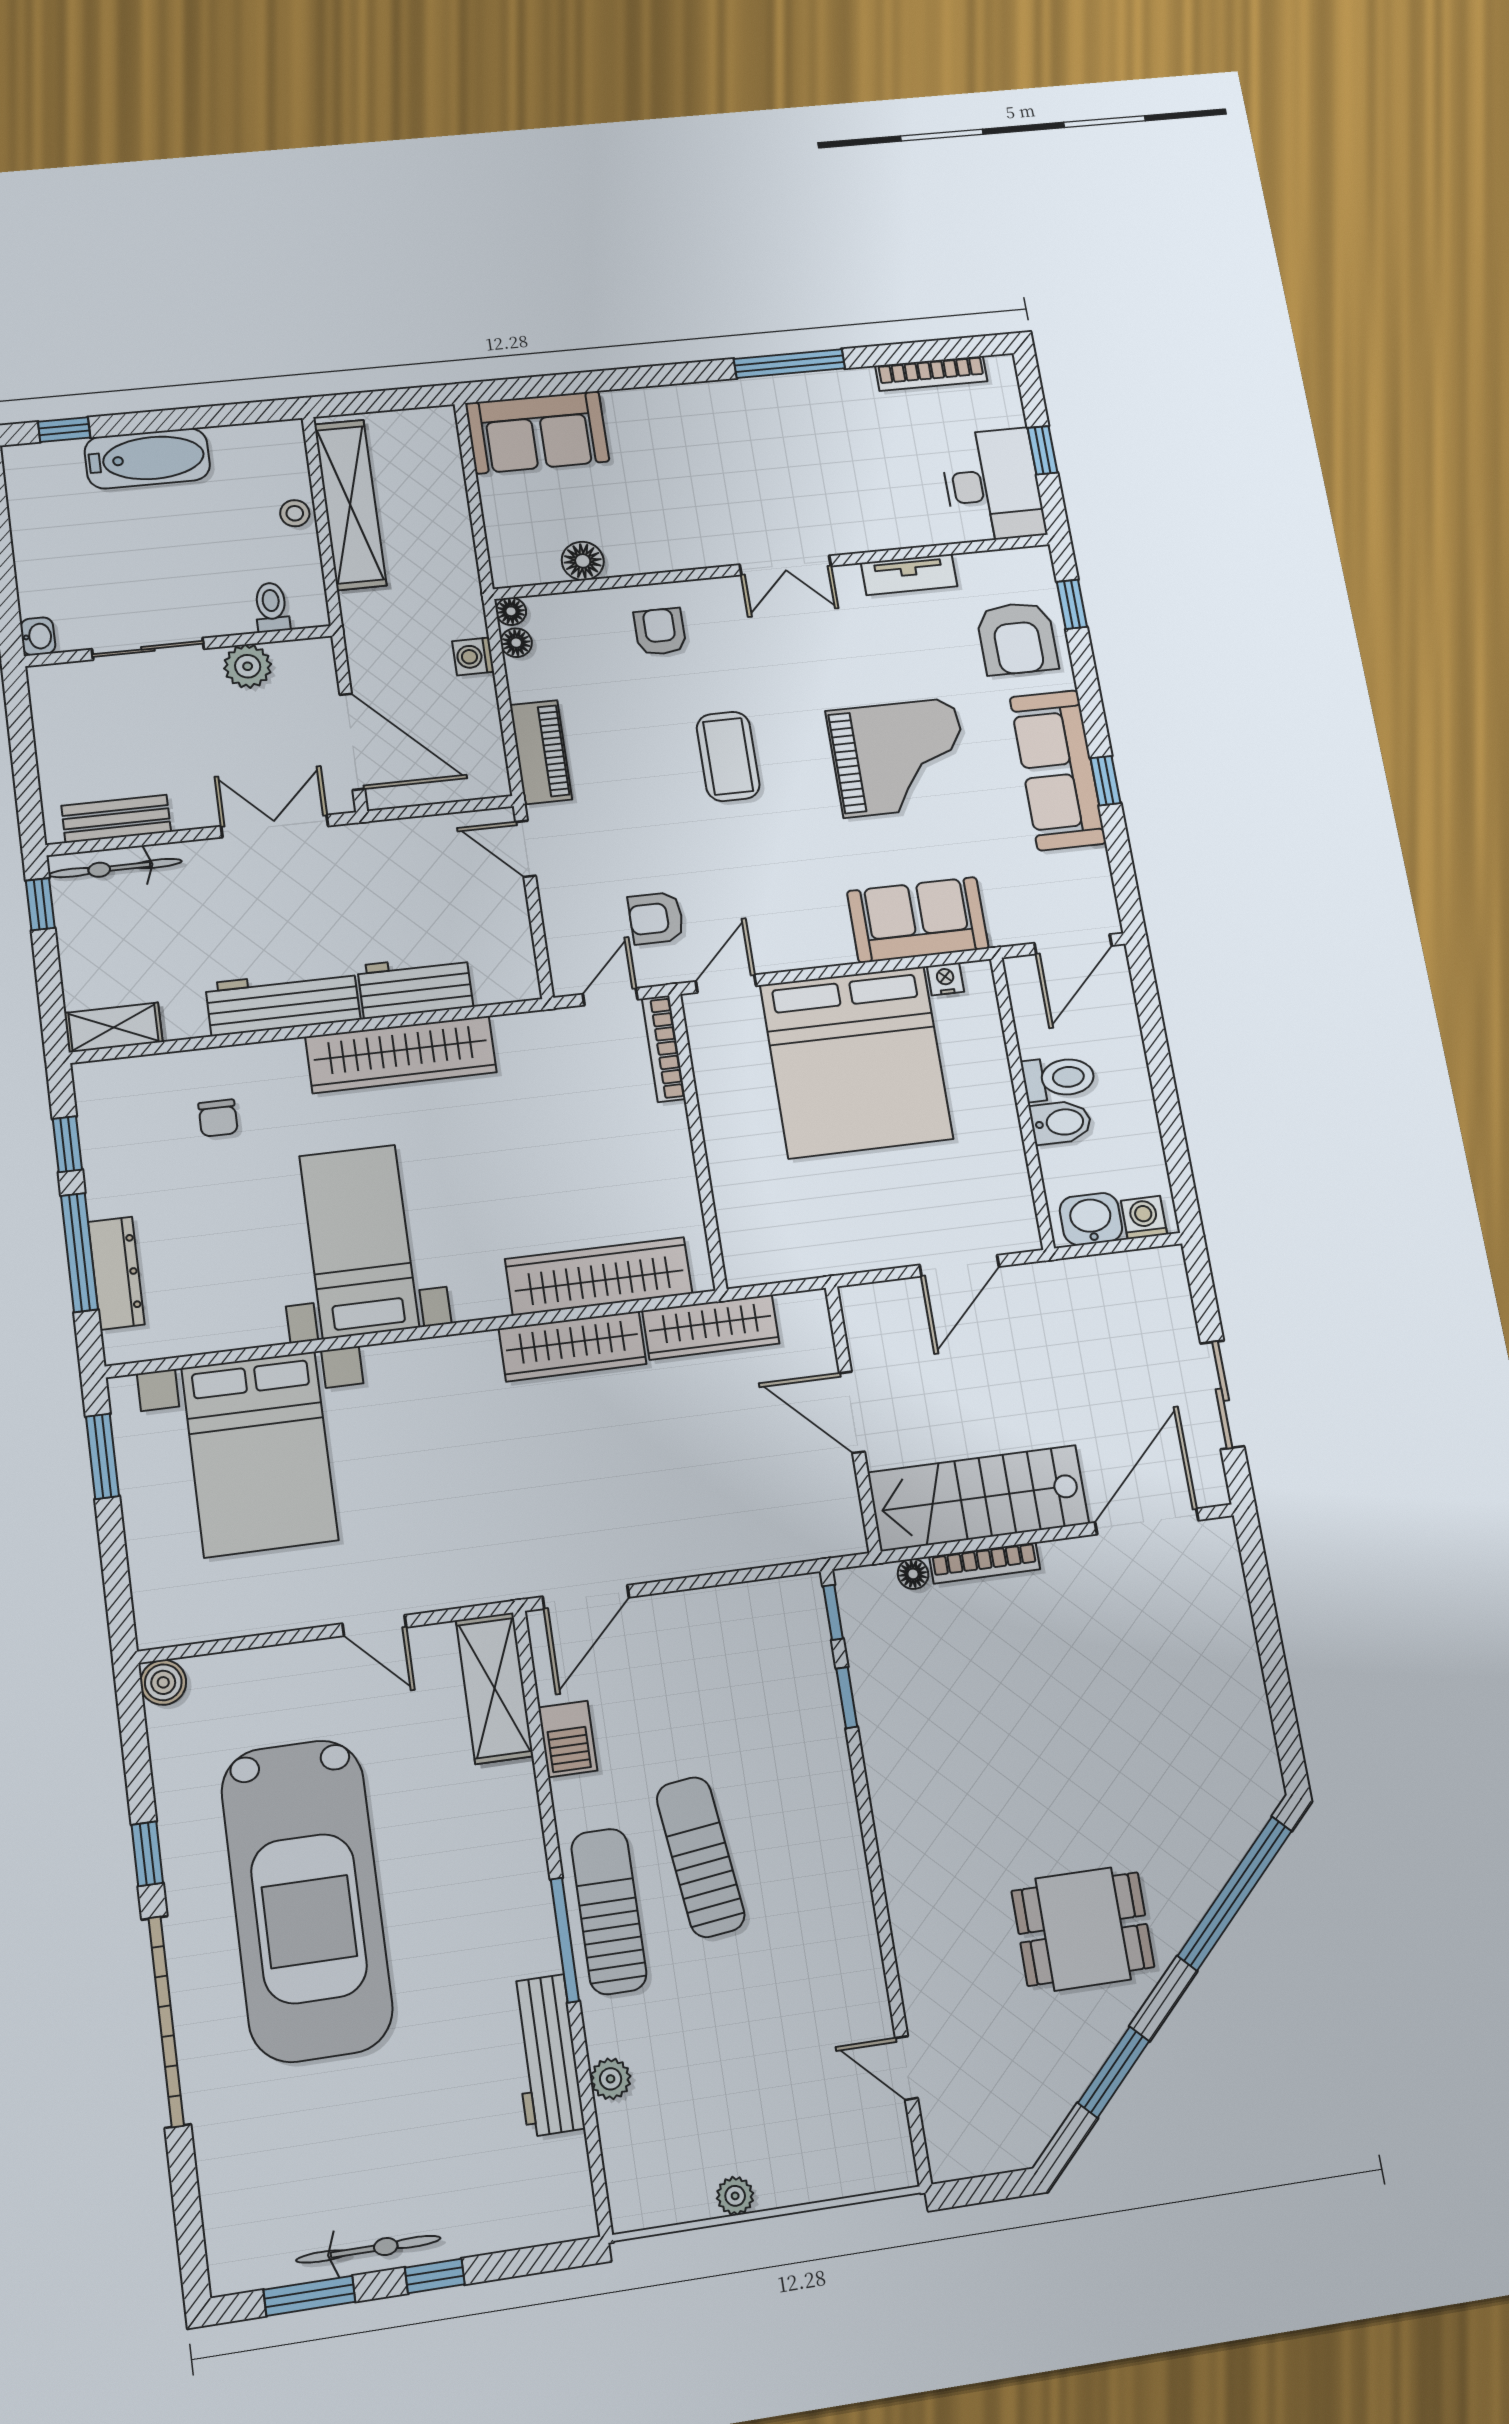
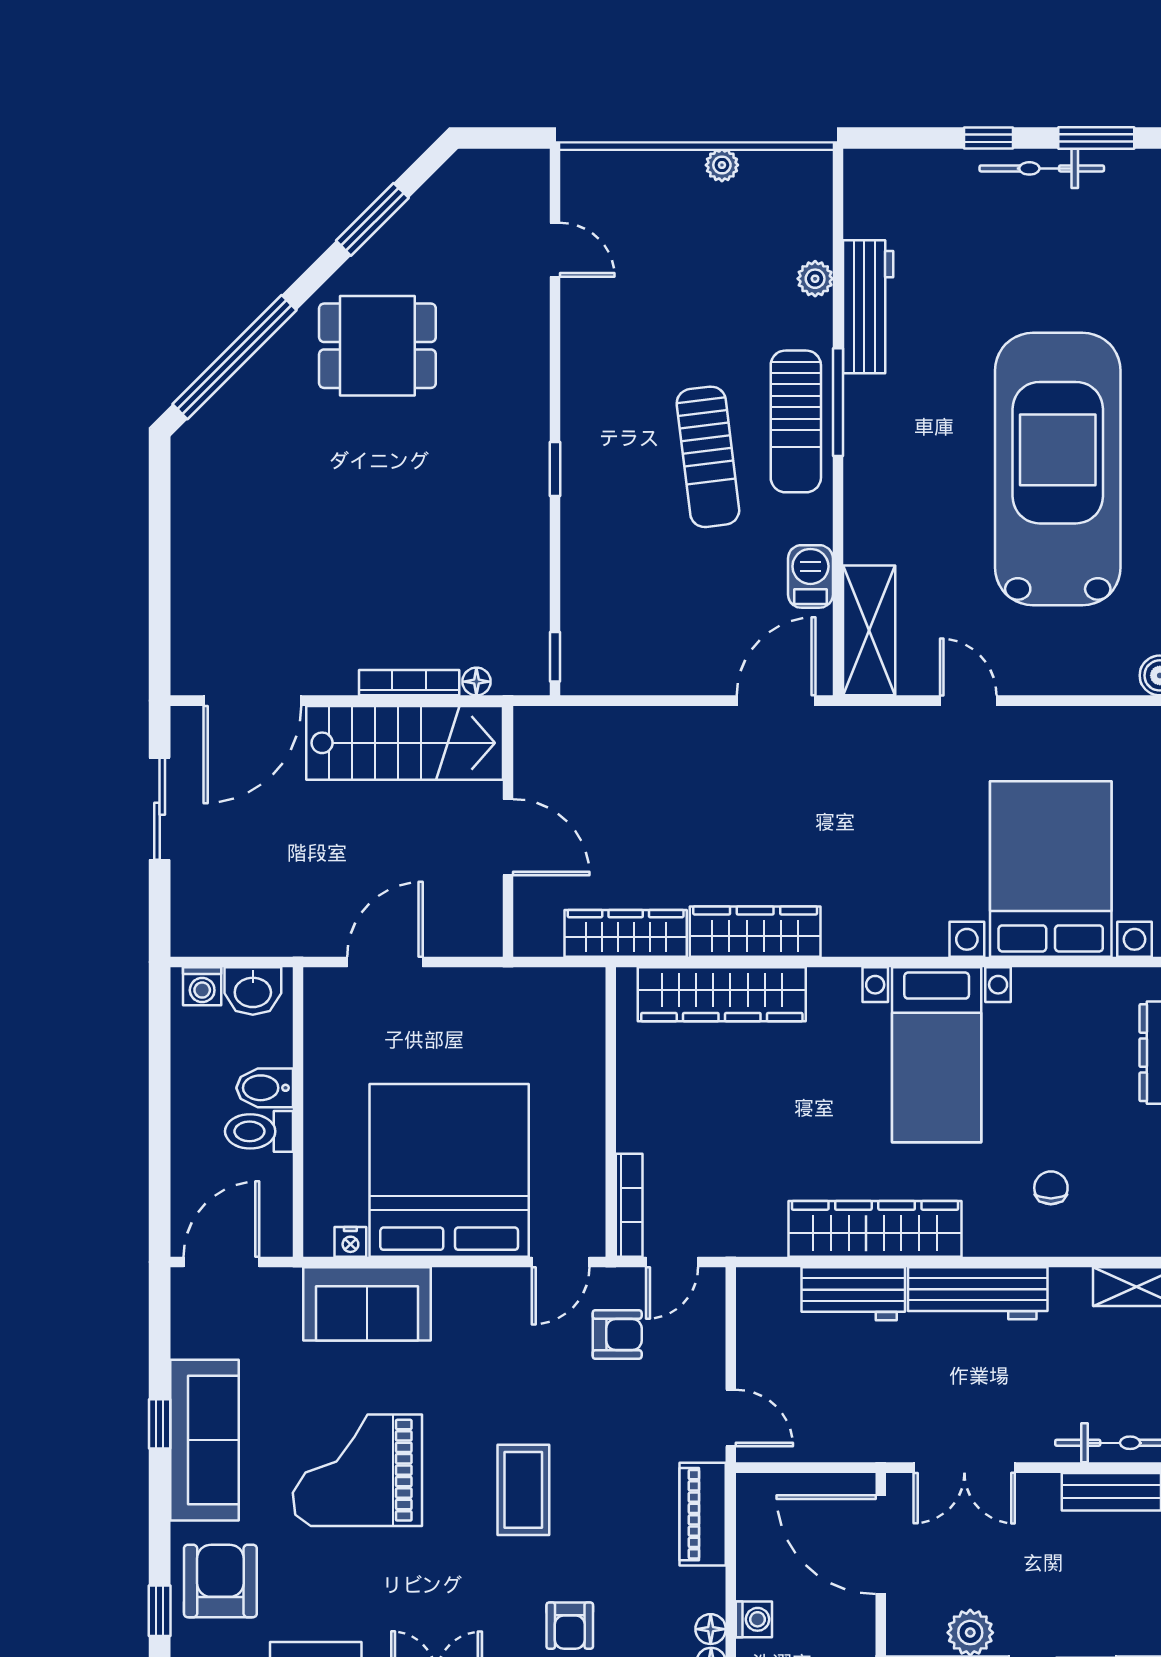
window: (847, 1698) -> (555, 469), moved

